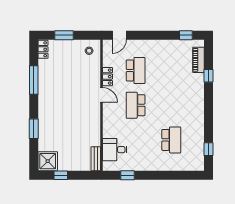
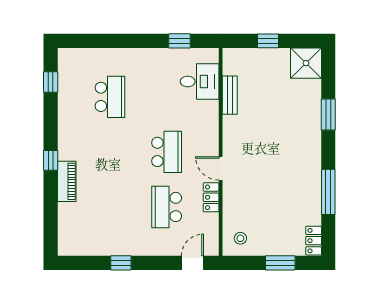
window: (186, 35) -> (121, 263), moved
piano: (198, 60) -> (67, 181), moved
window: (209, 76) -> (51, 160), moved
school desk: (171, 140) -> (110, 97), turned 180
bench: (96, 159) -> (230, 95), moved
window: (61, 175) -> (268, 41), moved

